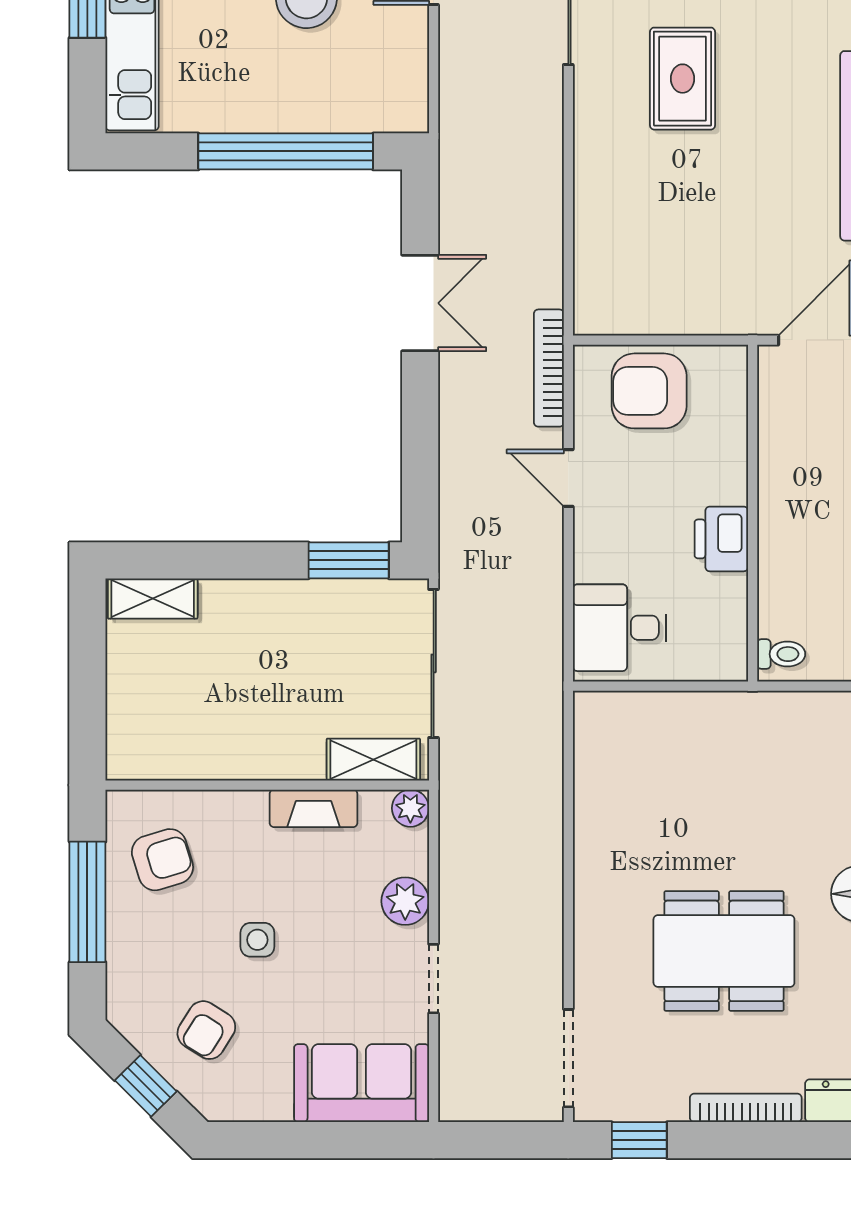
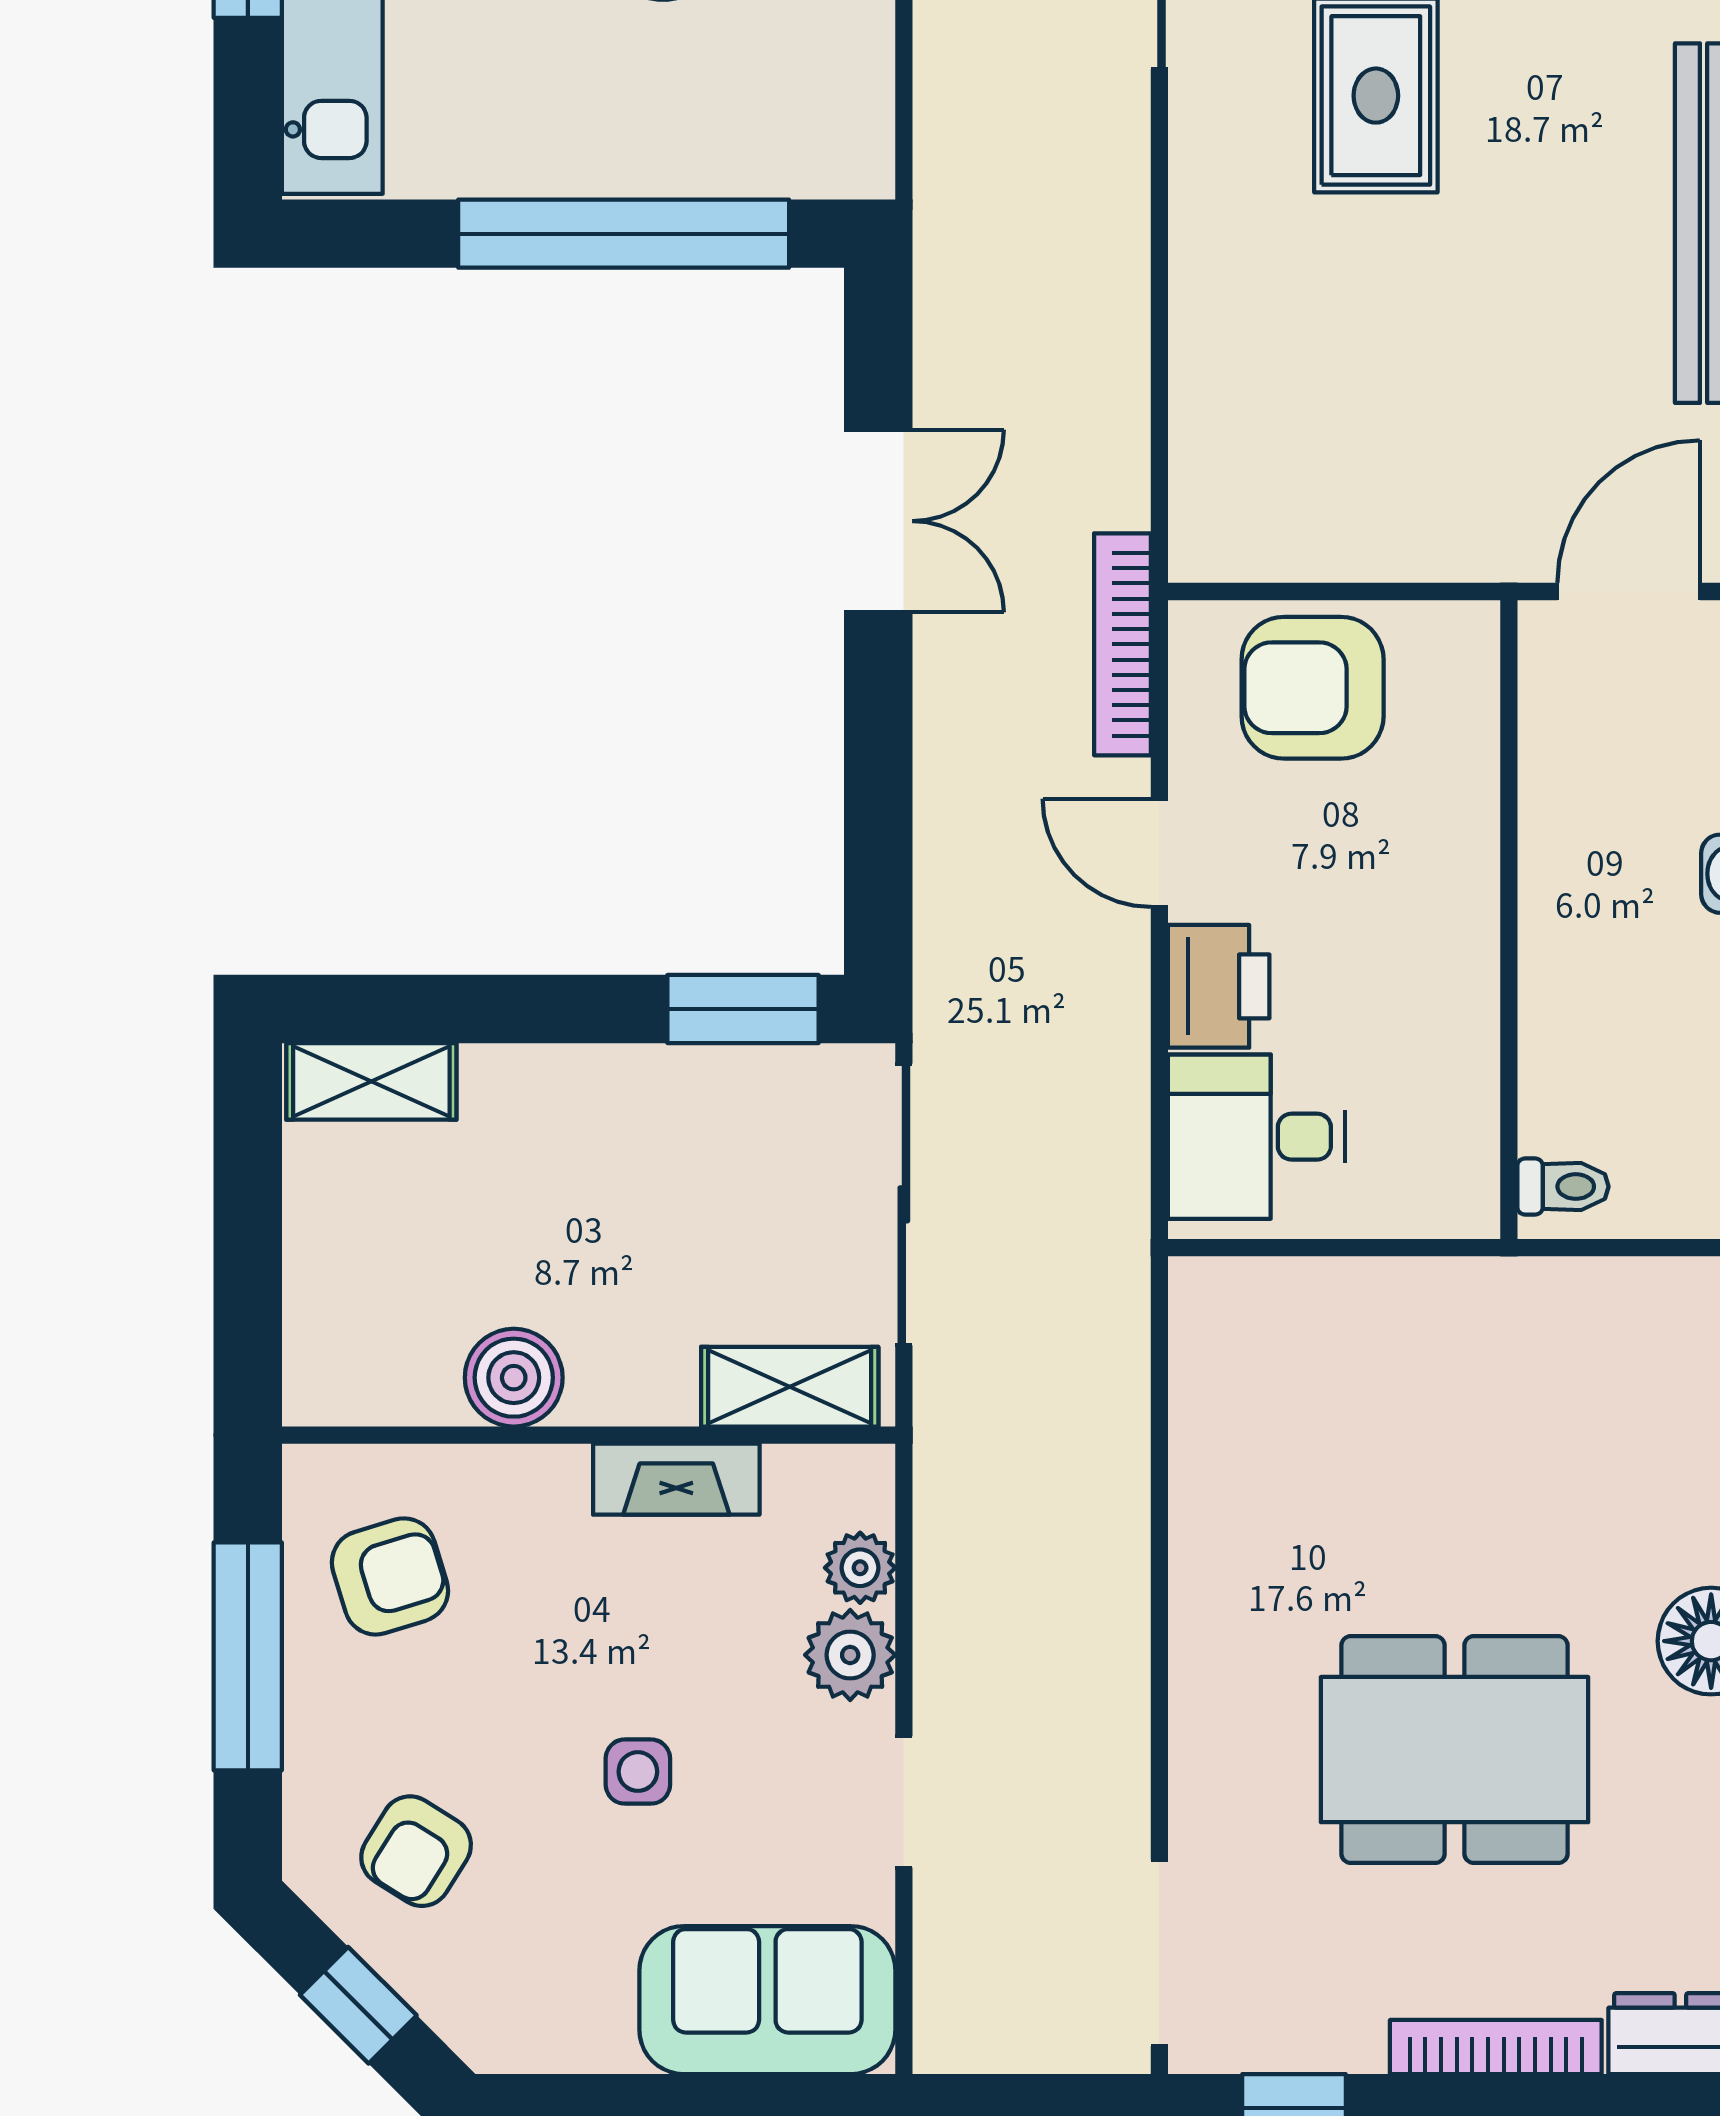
printer: (721, 539) -> (1219, 986), moved, turned 180
boiler: (228, 755) -> (514, 1378), added
plant: (410, 808) -> (860, 1568), moved
side table: (257, 940) -> (638, 1772), moved
armchair: (206, 1030) -> (416, 1851), moved

